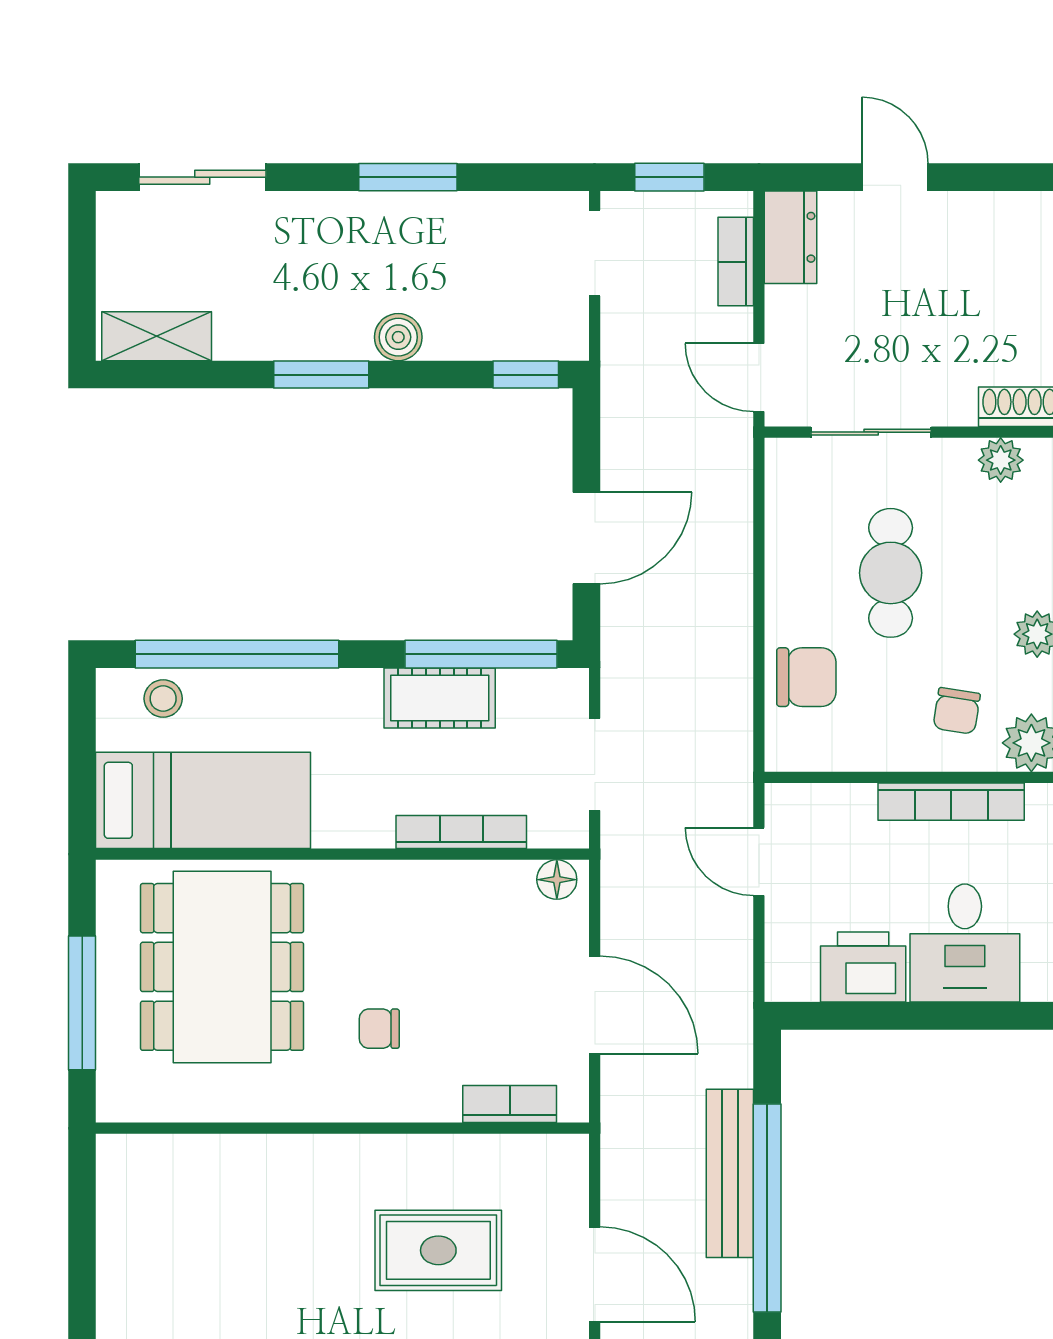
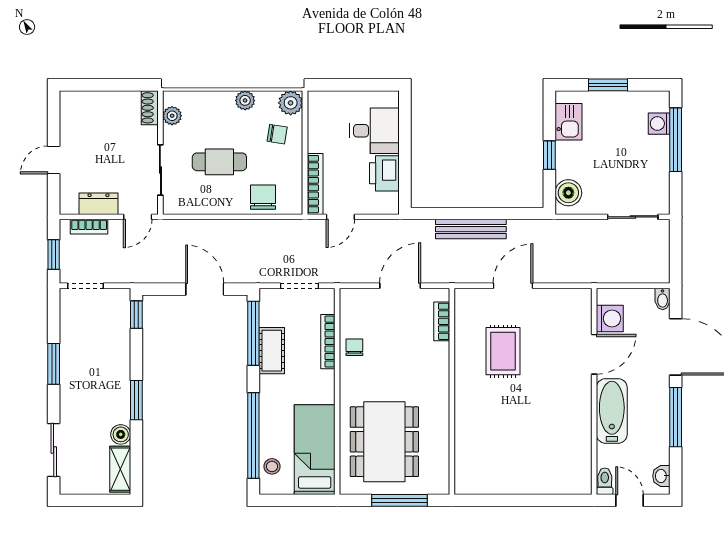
dresser: (791, 237) -> (98, 204), moved
boiler: (398, 337) -> (121, 434), moved
bookcase: (951, 802) -> (315, 184), moved
floor lamp: (557, 880) -> (348, 302), removed
dining table: (222, 967) -> (384, 442), turned 90
chair: (379, 1029) -> (354, 347), moved, turned 180
window: (767, 1208) -> (485, 213), removed

